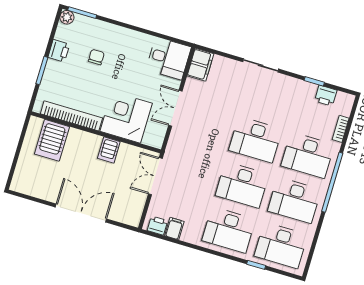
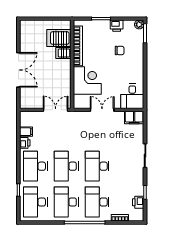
server rack: (109, 150) -> (63, 53), moved
printer: (157, 226) -> (25, 143), moved

